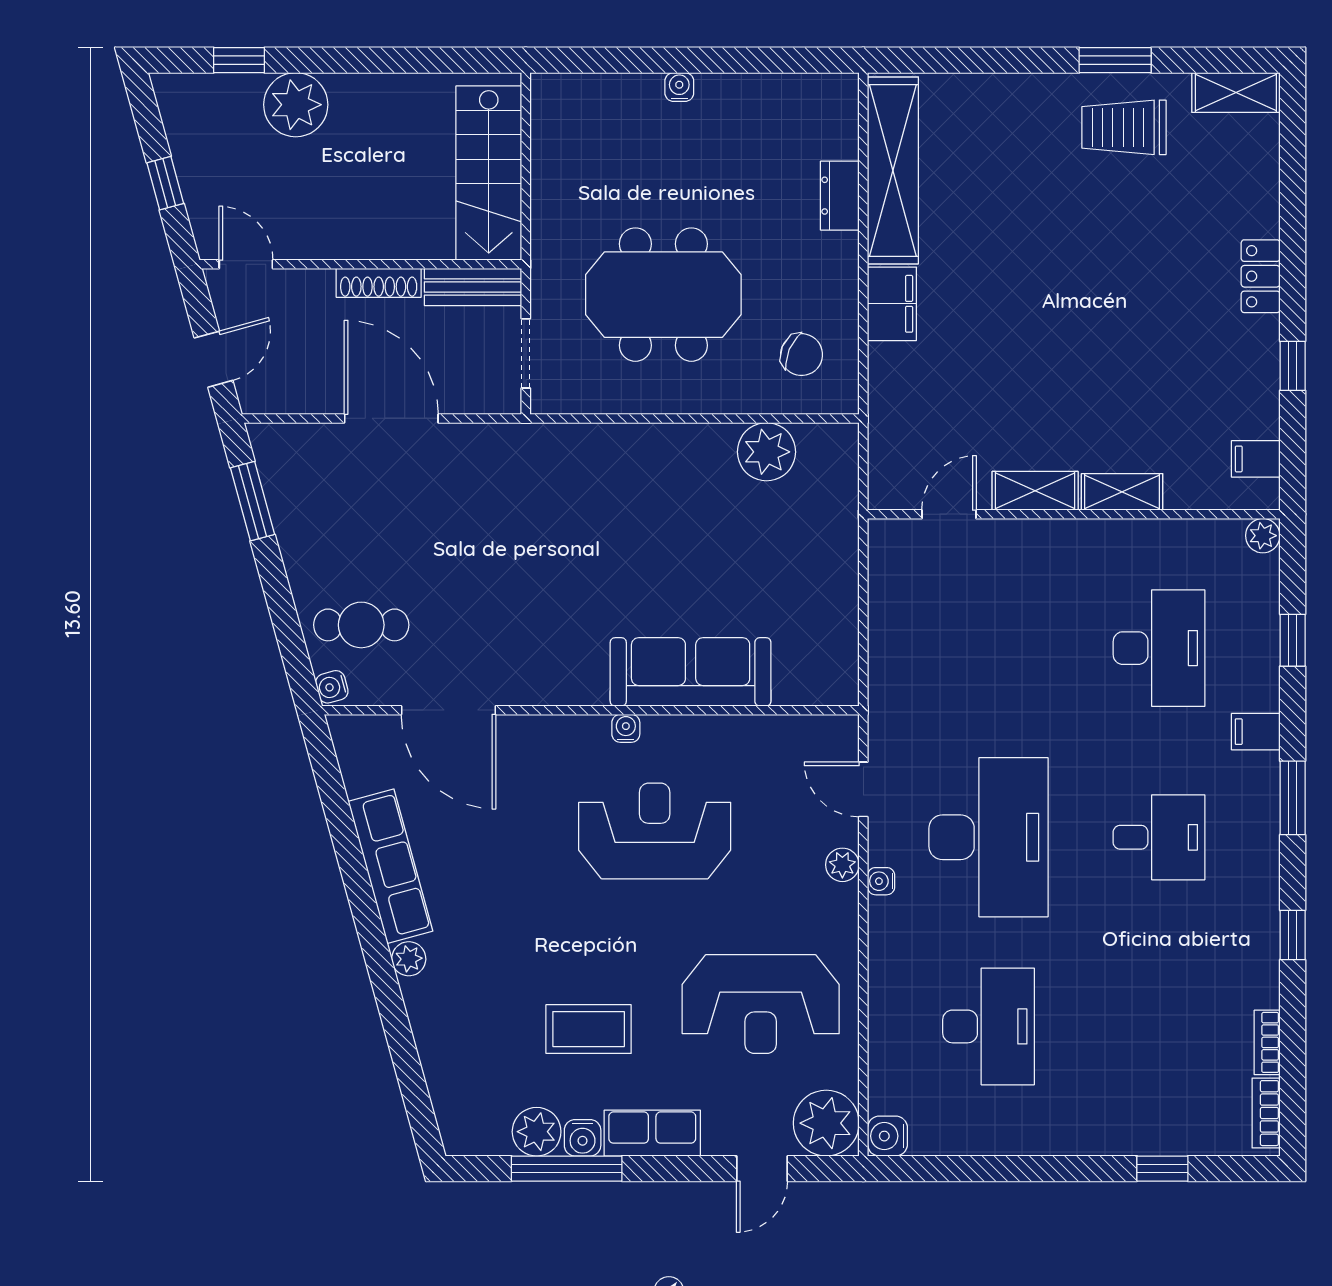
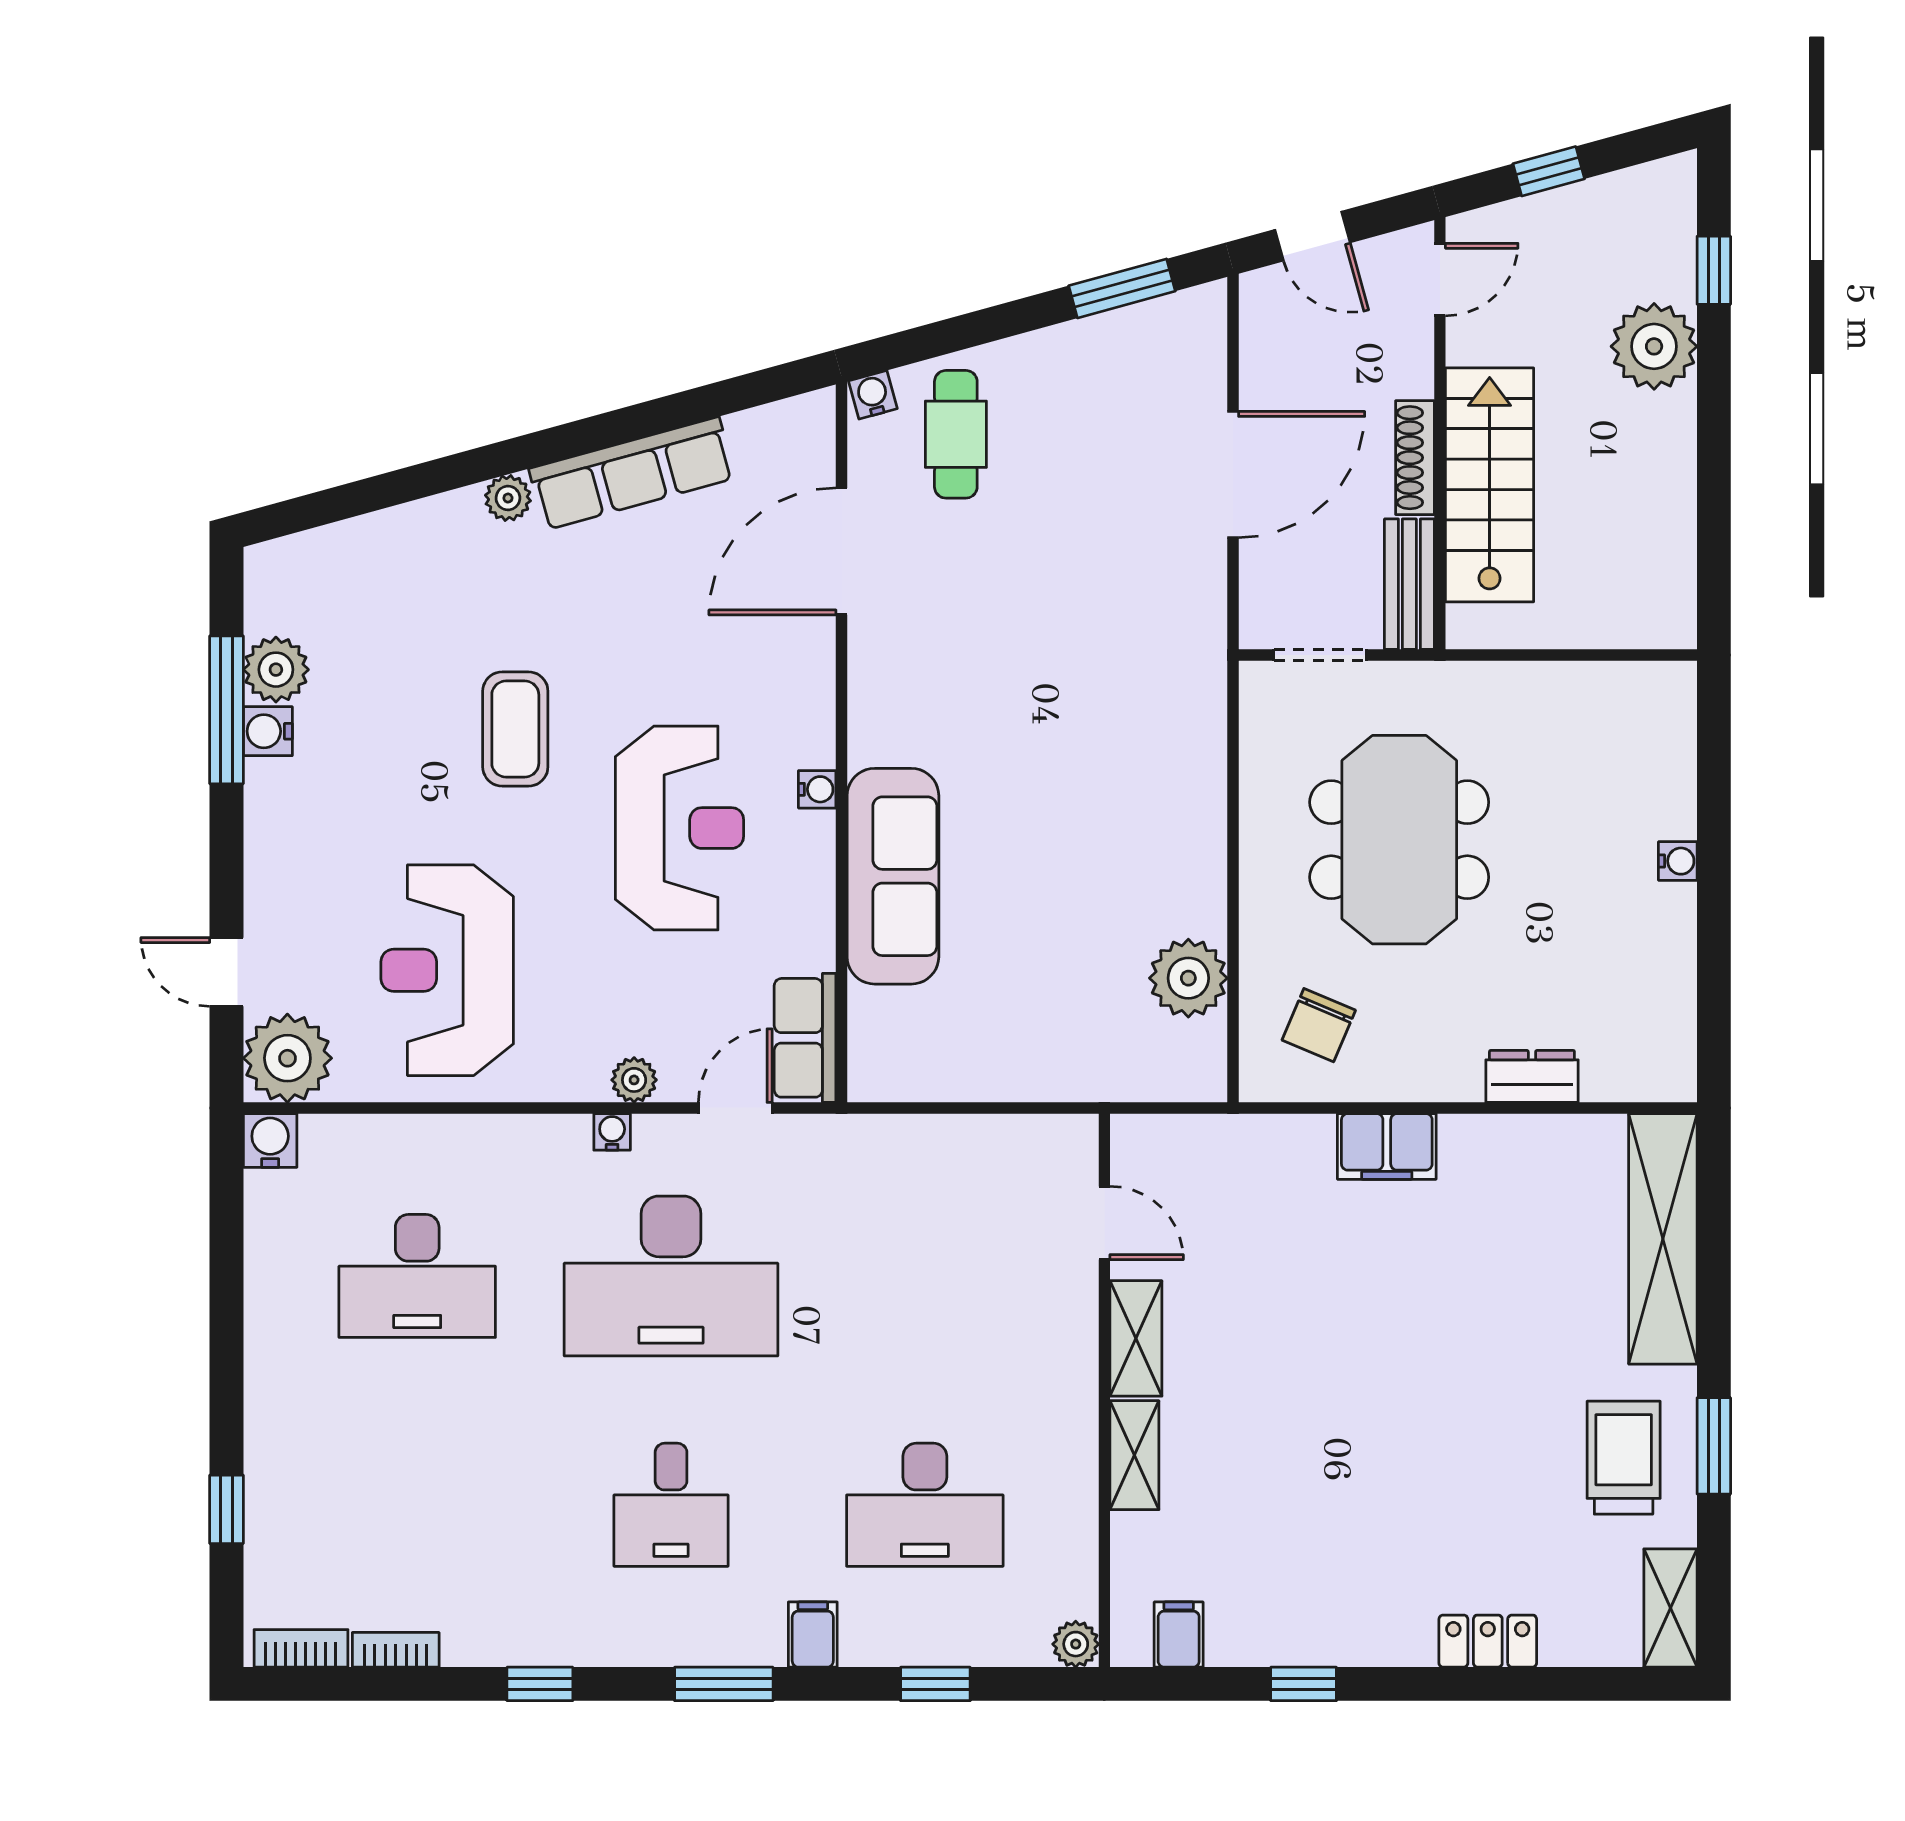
shelving: (893, 170) -> (1663, 1239), moved, turned 90
stairs: (489, 173) -> (1490, 485), moved, turned 90
locker: (1261, 276) -> (1488, 1641), moved
coffee table: (589, 1029) -> (515, 729), moved
row of seats: (652, 1133) -> (805, 1038), moved, turned 180

